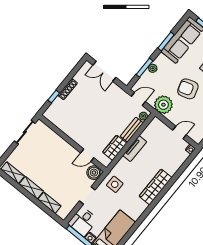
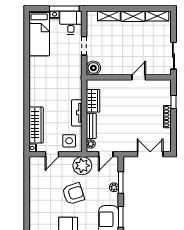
door: (87, 155) -> (139, 77), moved
side table: (115, 184) -> (69, 141), moved
wardrobe: (155, 187) -> (36, 125), moved

